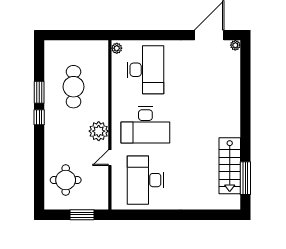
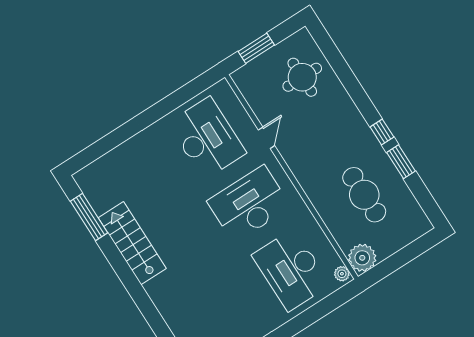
plant: (99, 131) -> (362, 258), moved
stairs: (230, 166) -> (132, 243), moved

